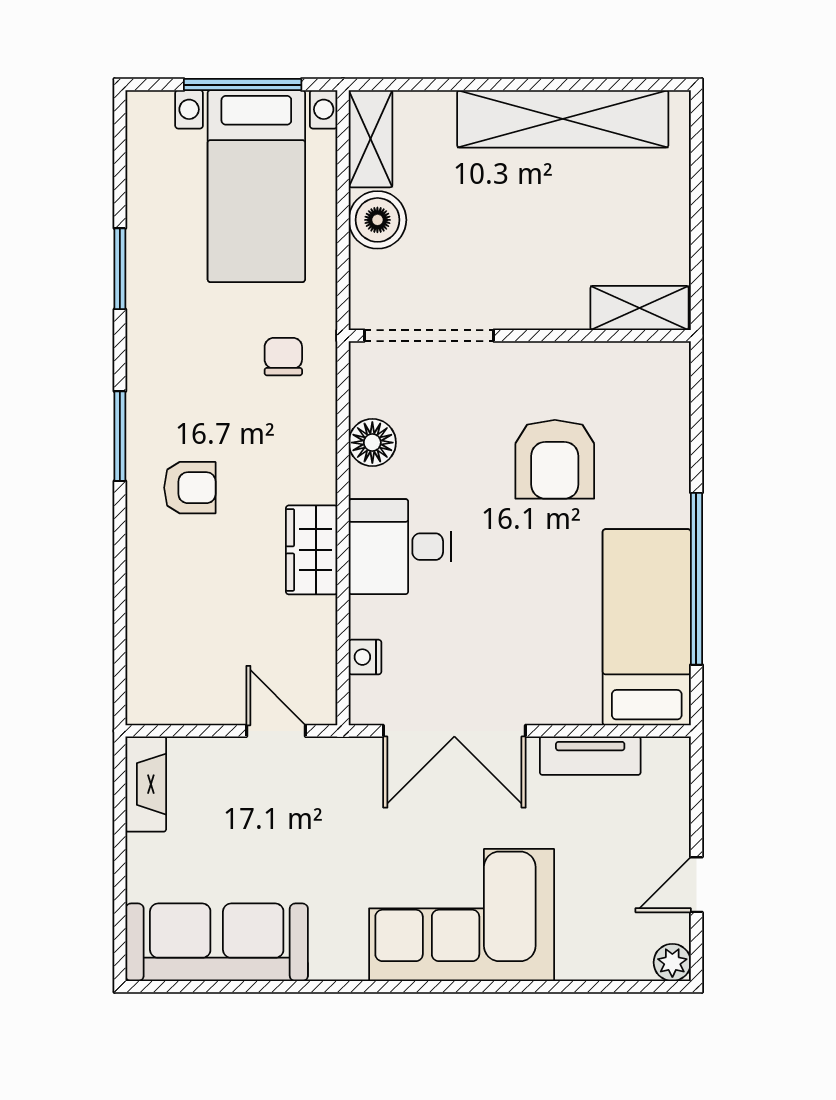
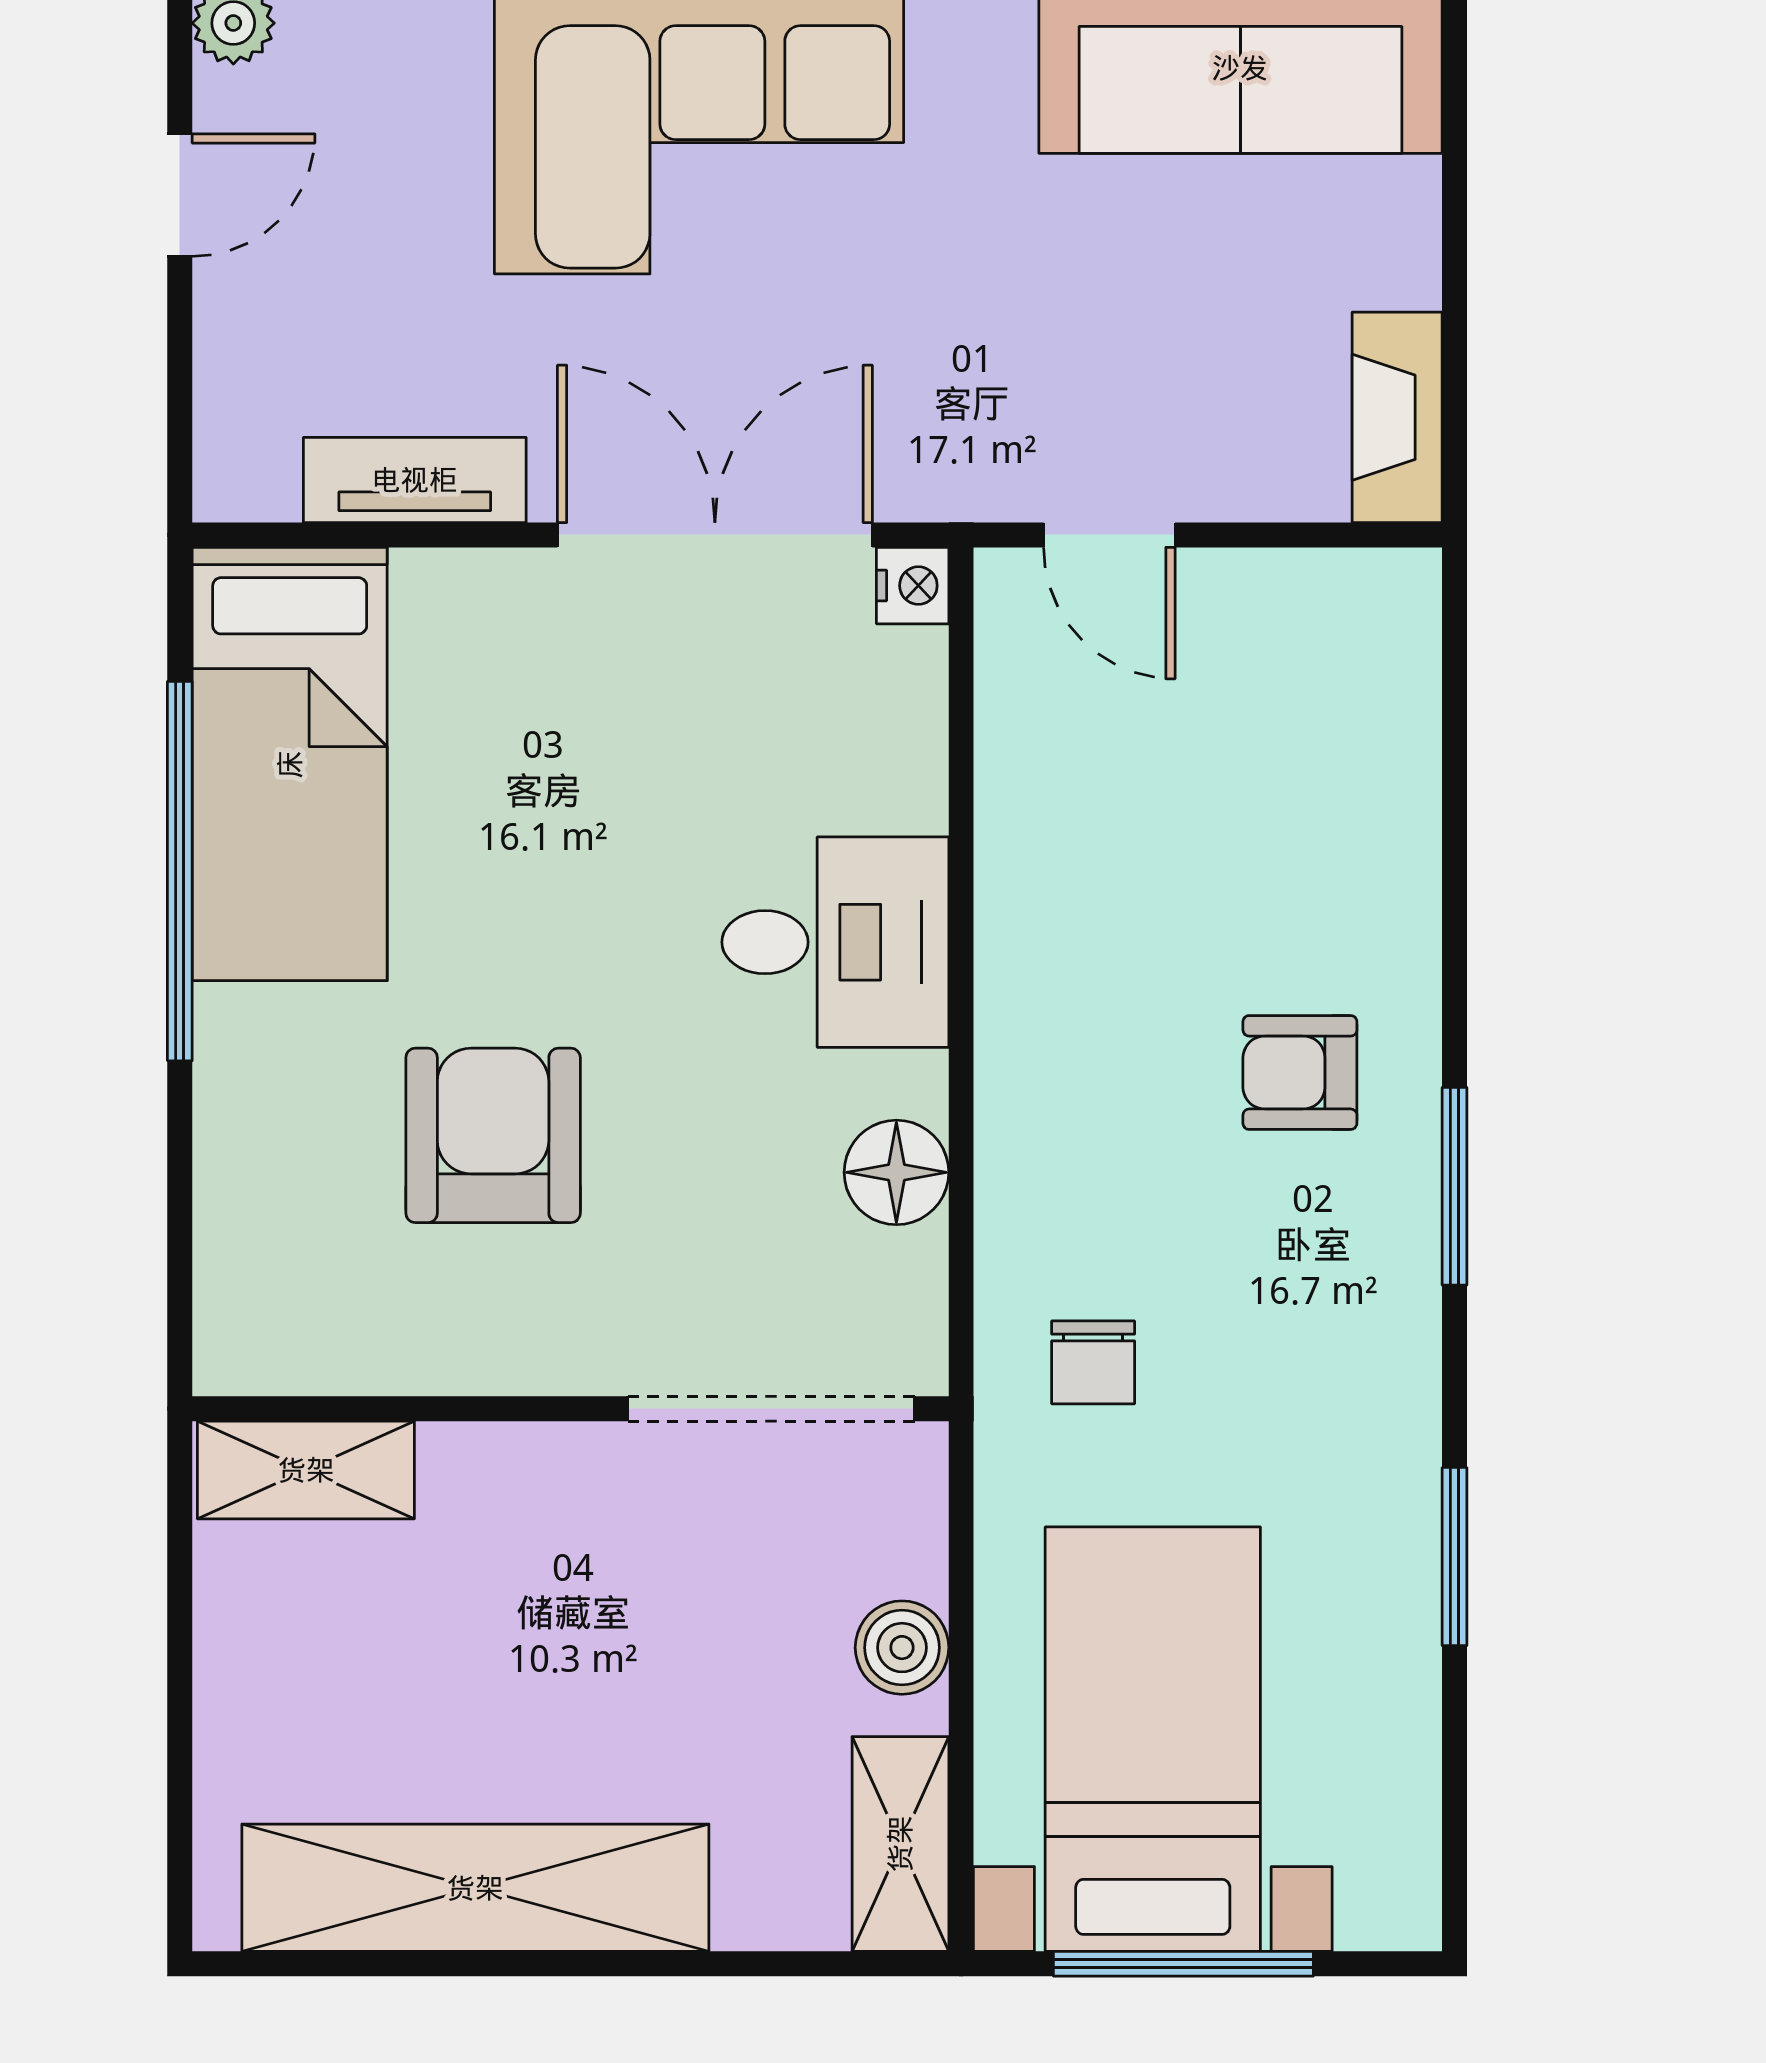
boiler: (377, 220) -> (902, 1648), width x0.73, depth x0.73
wardrobe: (312, 550) -> (1030, 935), removed
nightstand: (365, 657) -> (913, 586), moved

